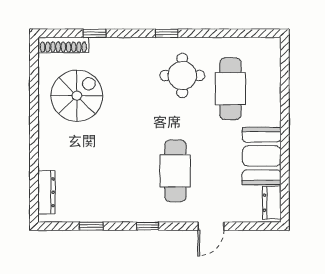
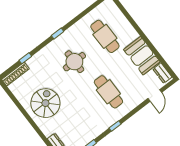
round table: (182, 75) -> (74, 62), moved
spiral stairs: (77, 96) -> (45, 103), moved
door: (211, 226) -> (155, 95), moved

